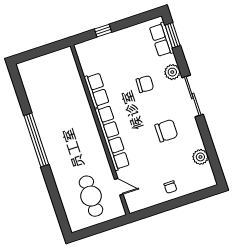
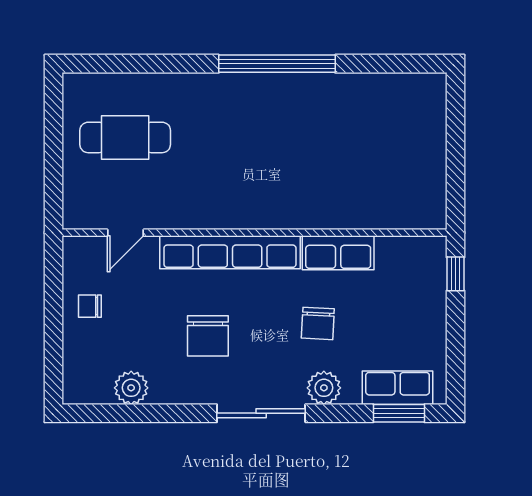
row of seats: (97, 90) -> (338, 253), moved
wall: (100, 130) -> (255, 233), moved
row of seats: (112, 138) -> (230, 252), moved
door: (119, 187) -> (125, 233), moved

